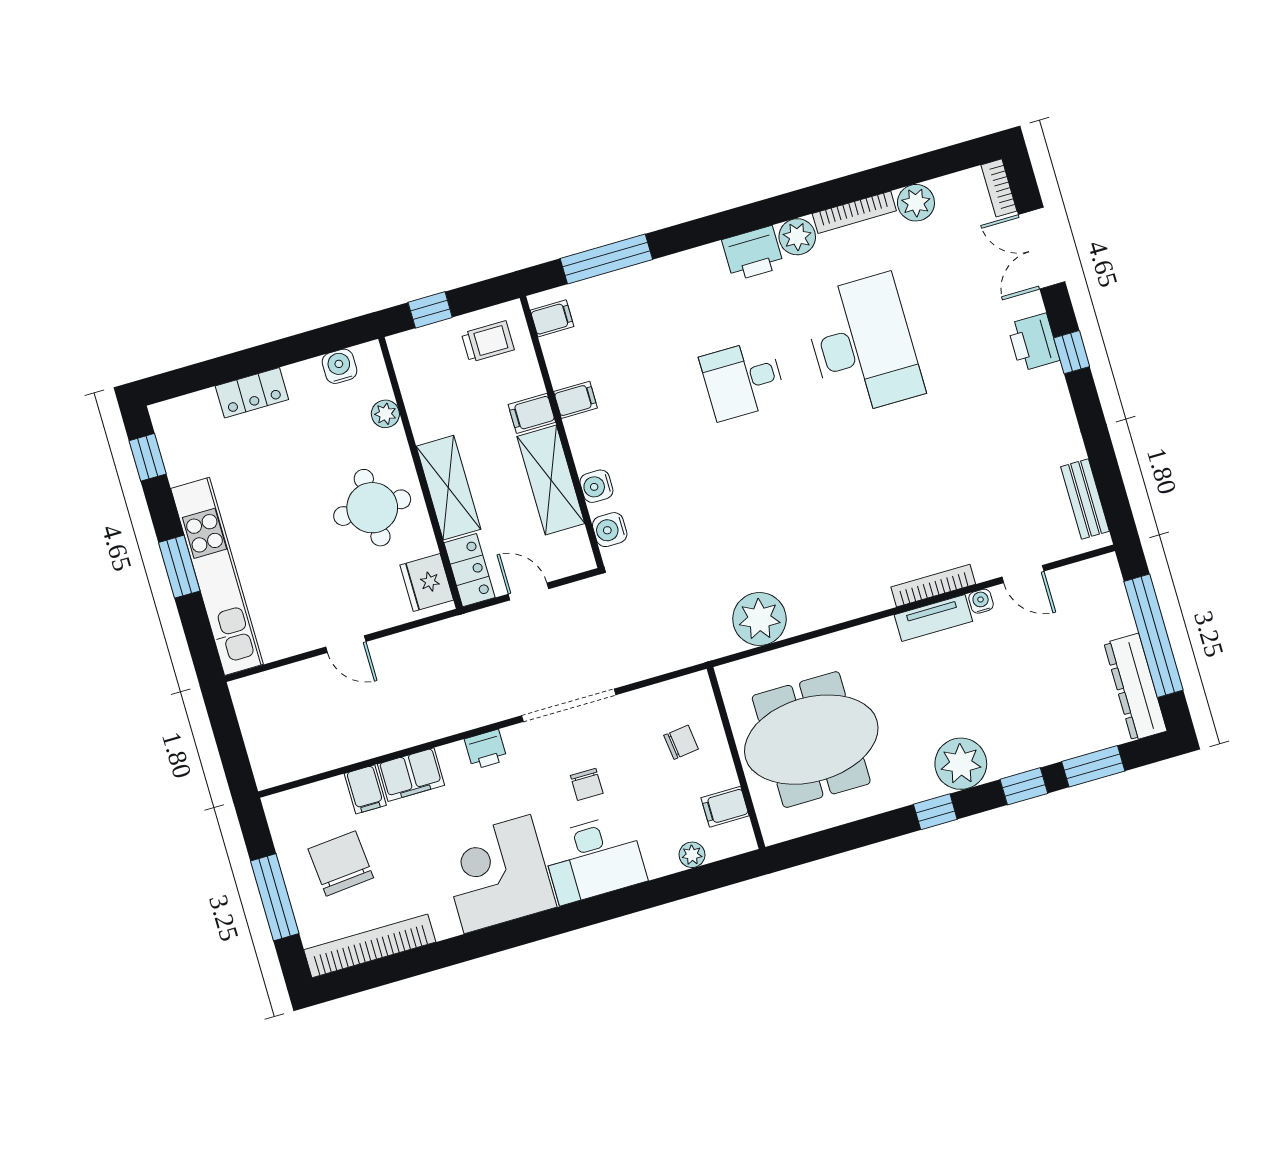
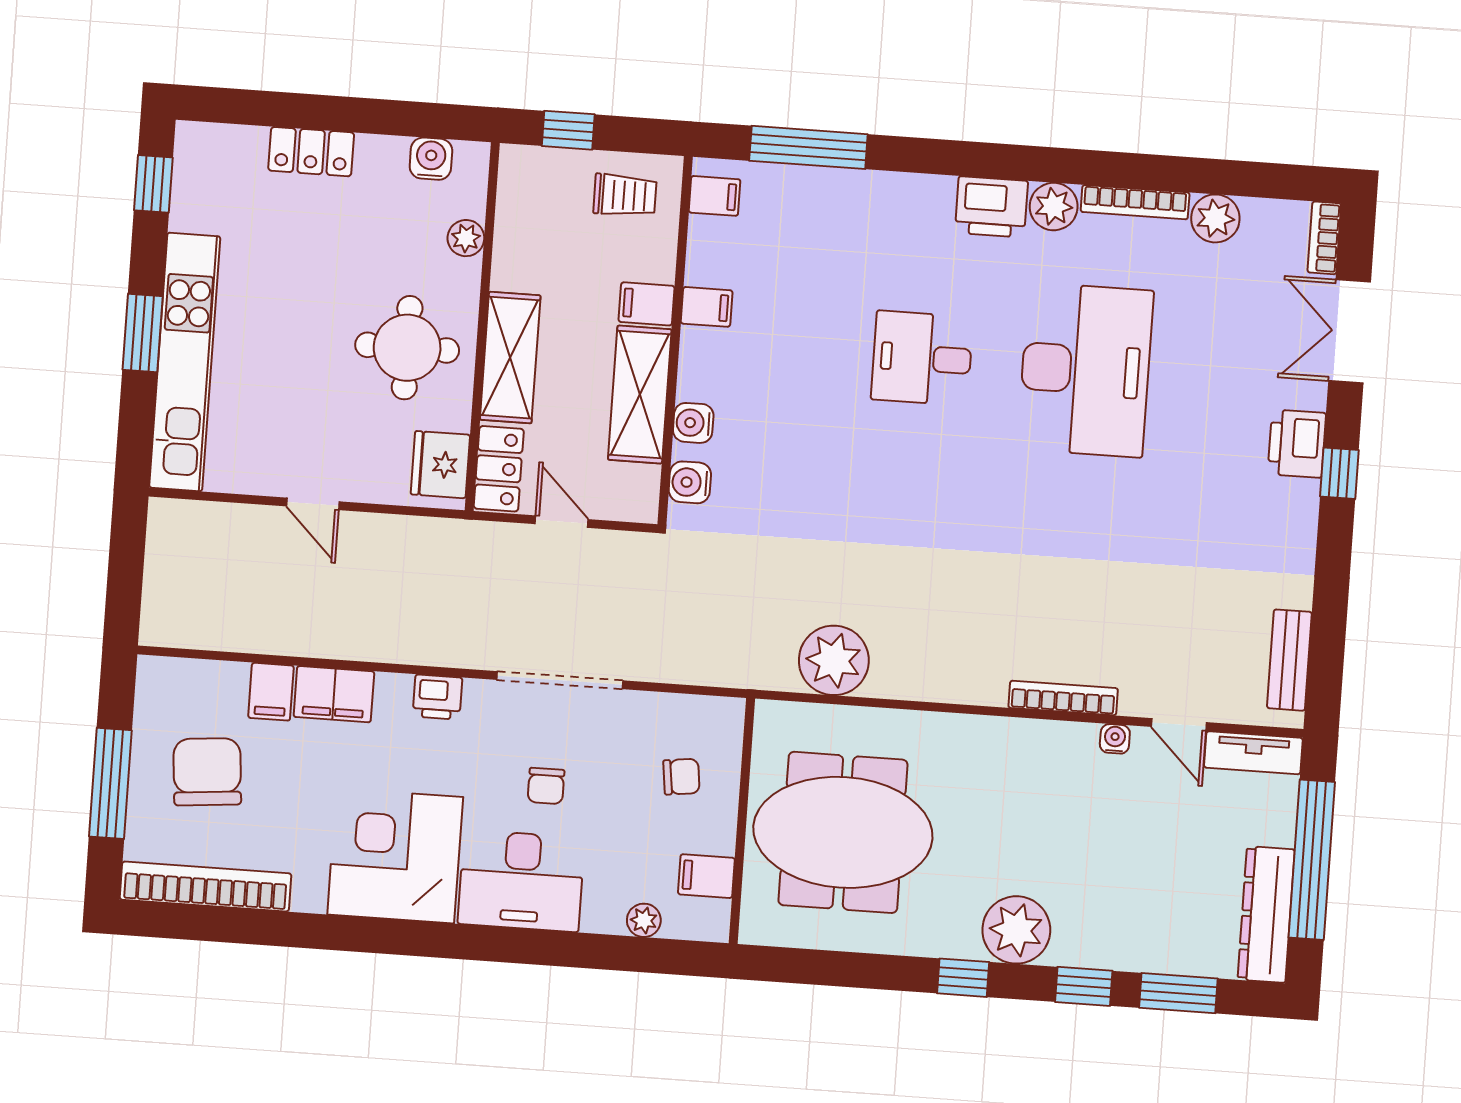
tv unit: (933, 618) -> (1253, 753), moved

